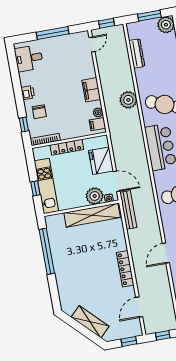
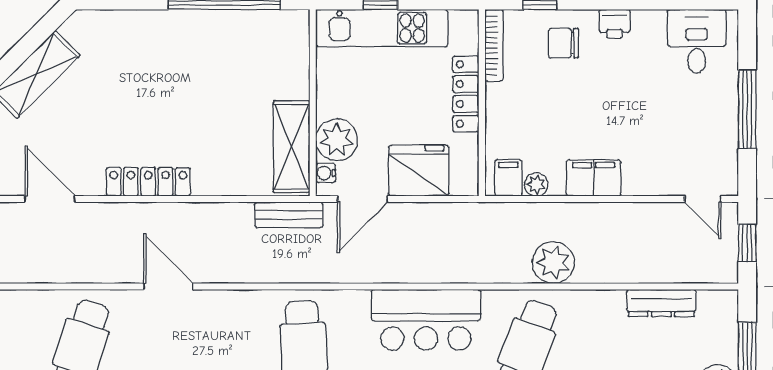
bench: (128, 210) -> (289, 215), width x0.73
shelving: (92, 215) -> (292, 147), width x0.68

